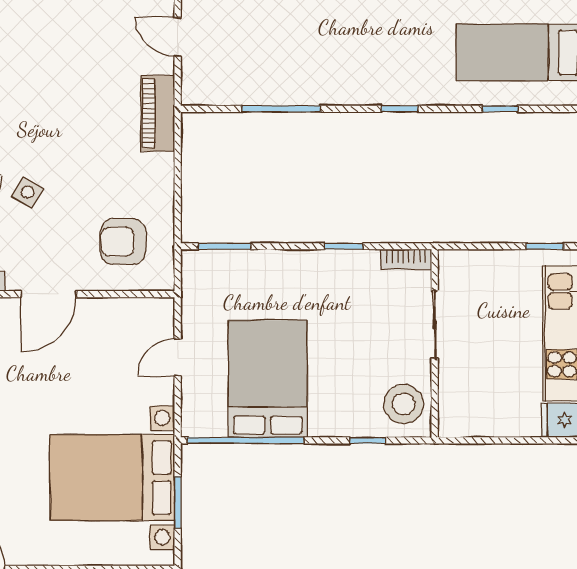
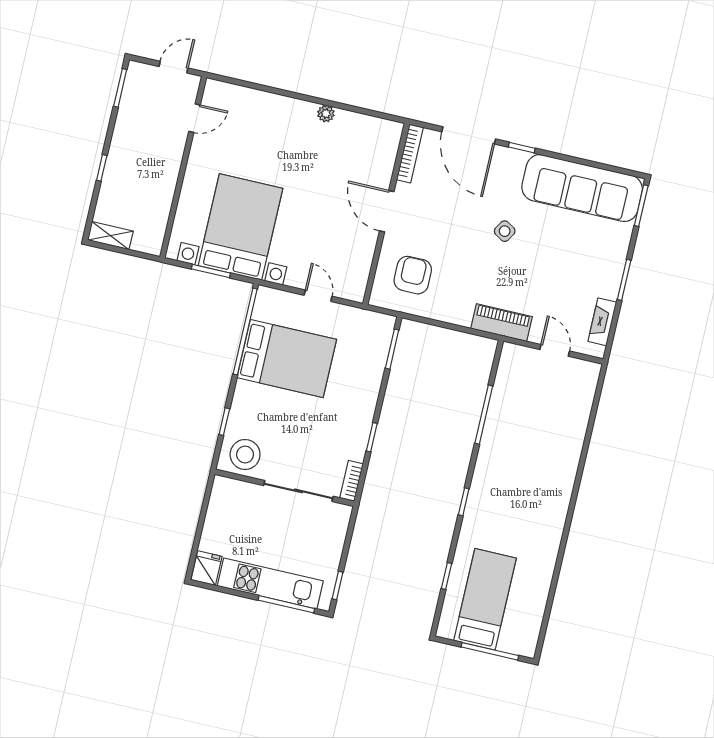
door: (178, 37) -> (555, 350), hinge flipped
side table: (28, 192) -> (505, 231), moved
sliding door: (435, 325) -> (298, 491), width x1.37

